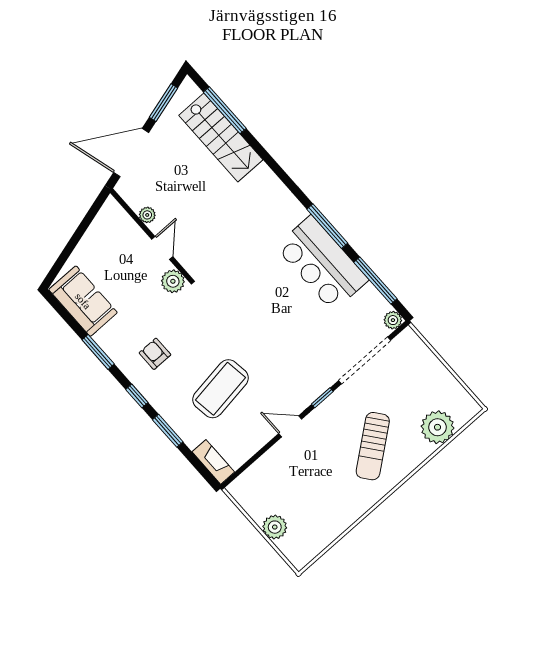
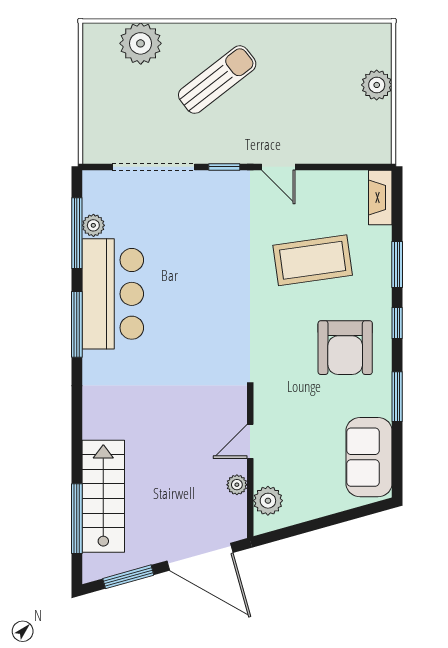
plant: (173, 281) -> (268, 501), moved
plant: (393, 320) -> (93, 225), moved
armchair: (155, 354) -> (345, 348), width x1.88, depth x1.88

